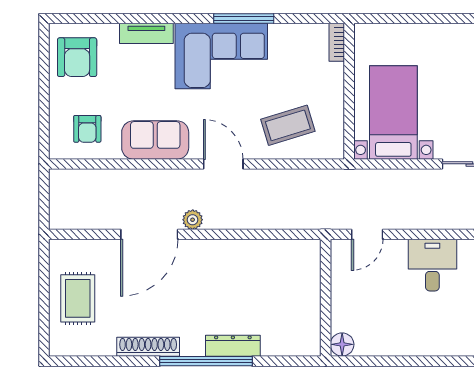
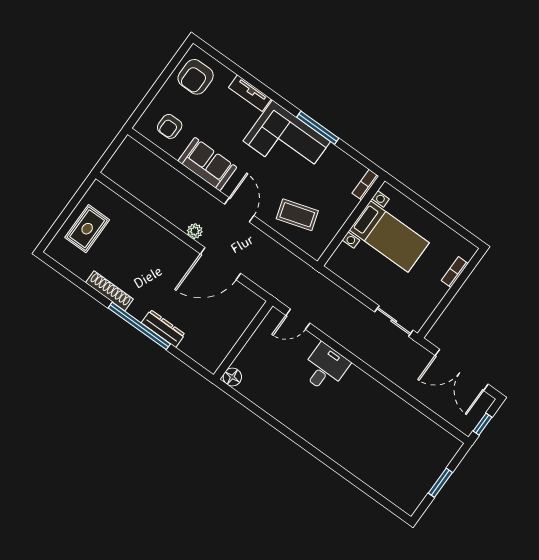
bed with nightstands: (393, 112) -> (389, 236), moved, turned 90
door: (149, 234) -> (221, 264), moved

